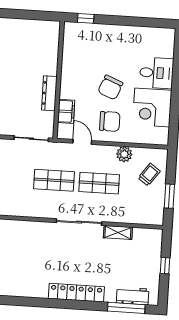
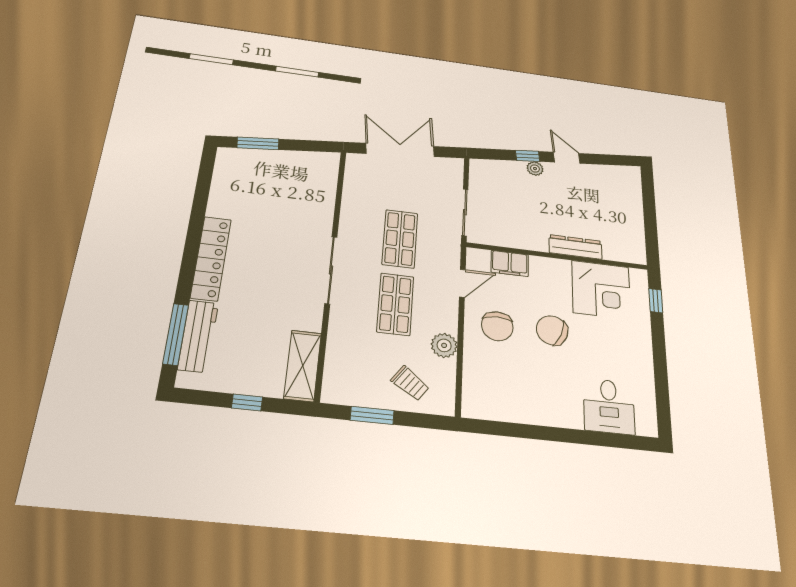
desk: (157, 73) -> (609, 406), moved
dresser: (49, 93) -> (575, 247), moved
corner desk: (152, 107) -> (601, 290), moved, turned 180
shelving: (118, 233) -> (303, 366), moved, width x1.50, depth x1.33
workbench: (133, 296) -> (198, 336), width x1.38

